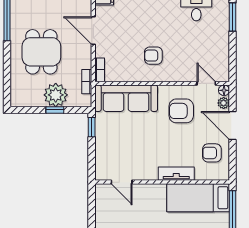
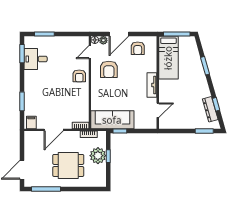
armchair: (153, 56) -> (79, 76), moved
sofa: (126, 98) -> (112, 120), moved, turned -90
tv unit: (176, 174) -> (152, 85), moved

